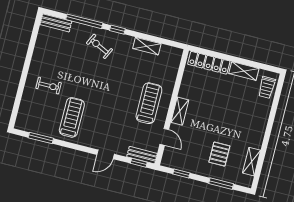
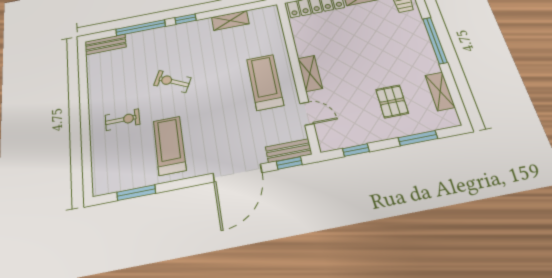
exercise bike: (99, 46) -> (172, 81), moved
window: (269, 127) -> (435, 40), added
door: (106, 154) -> (237, 173), width x1.87

